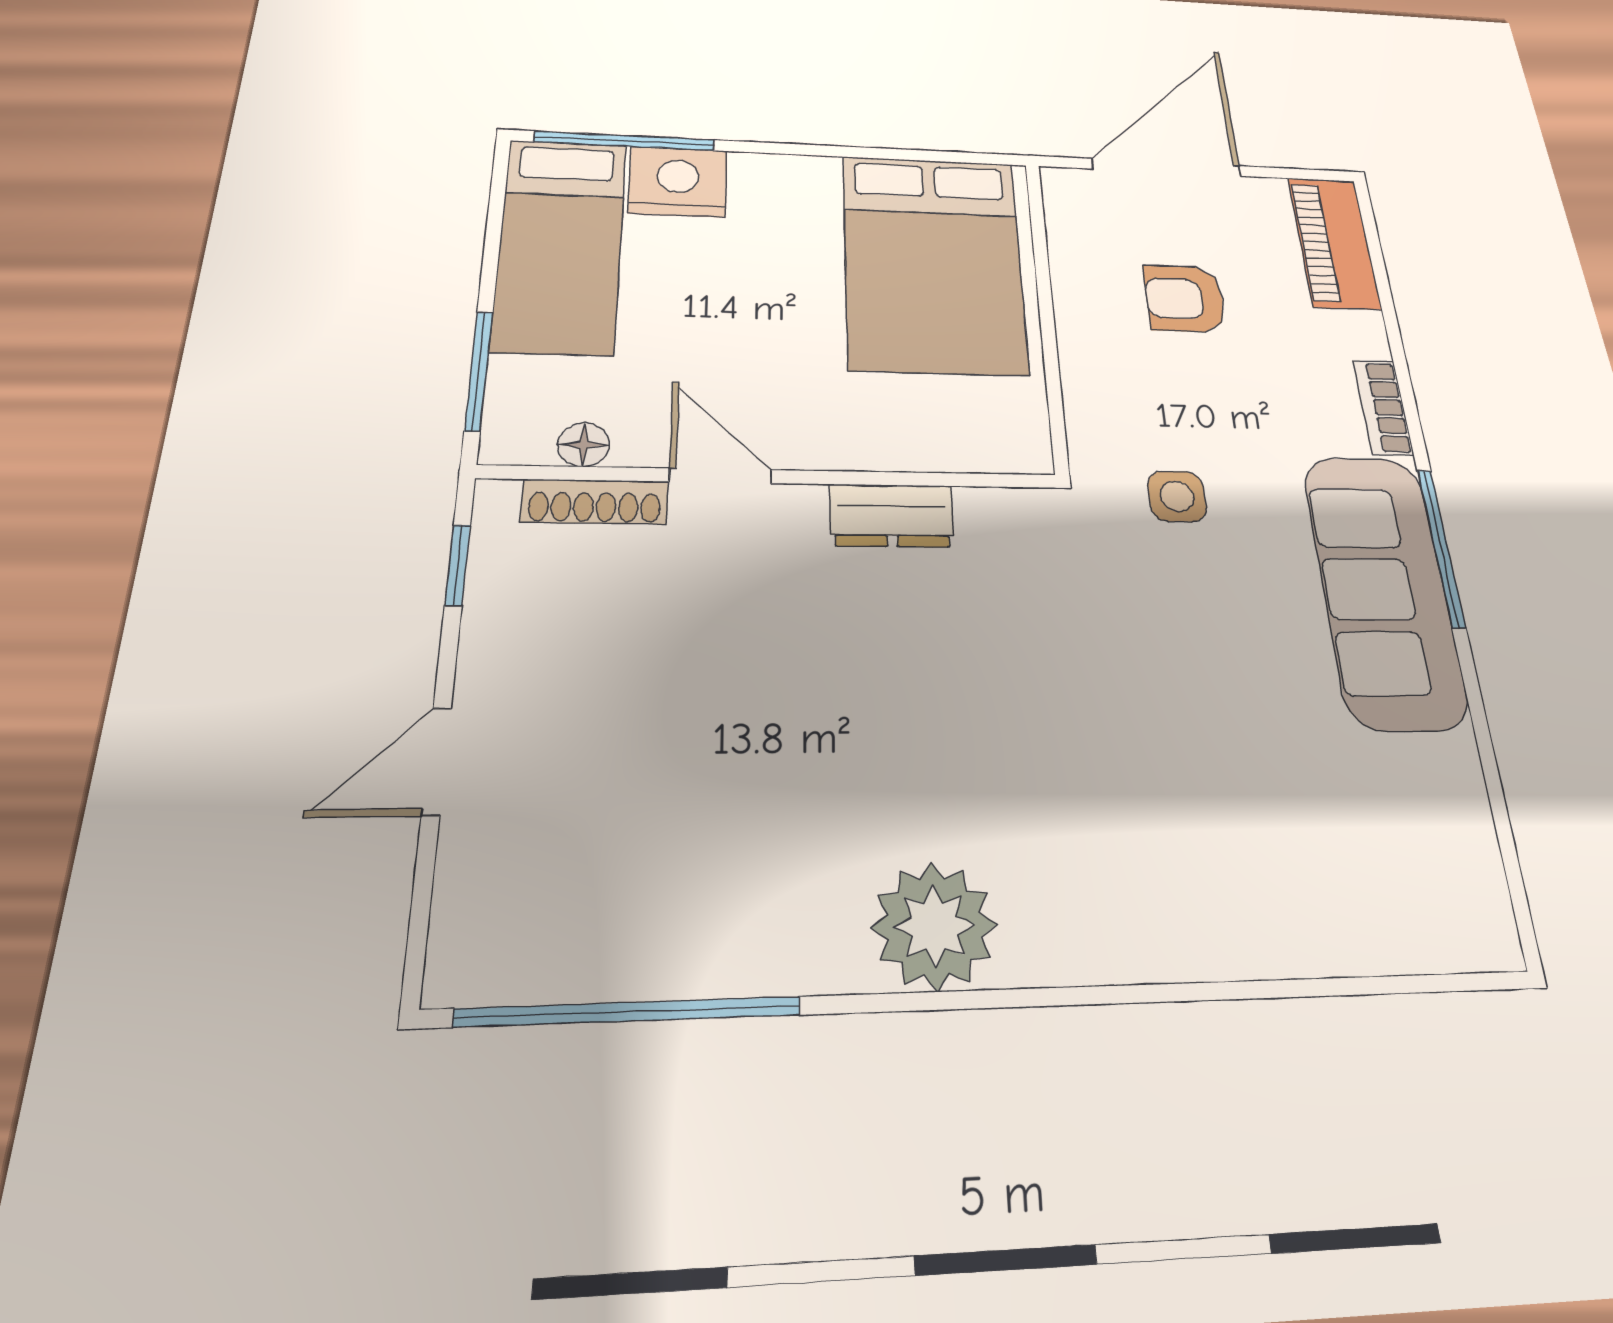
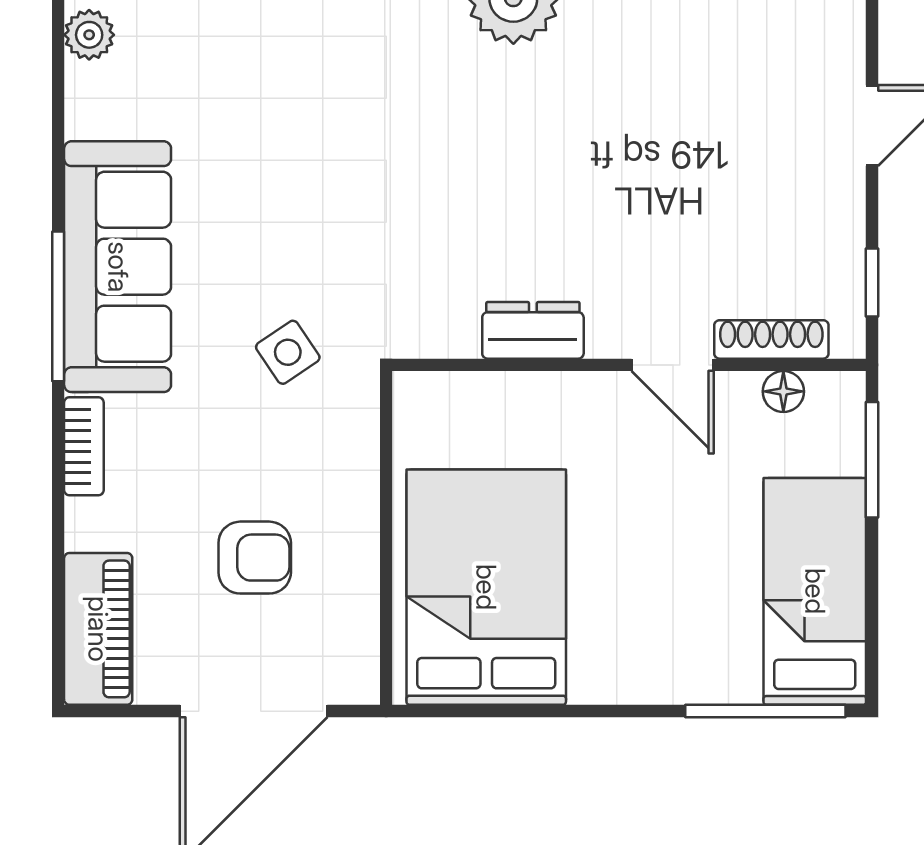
nightstand: (678, 182) -> (716, 667), removed
side table: (1177, 496) -> (288, 352), turned -34
plant: (1473, 863) -> (89, 35), added

